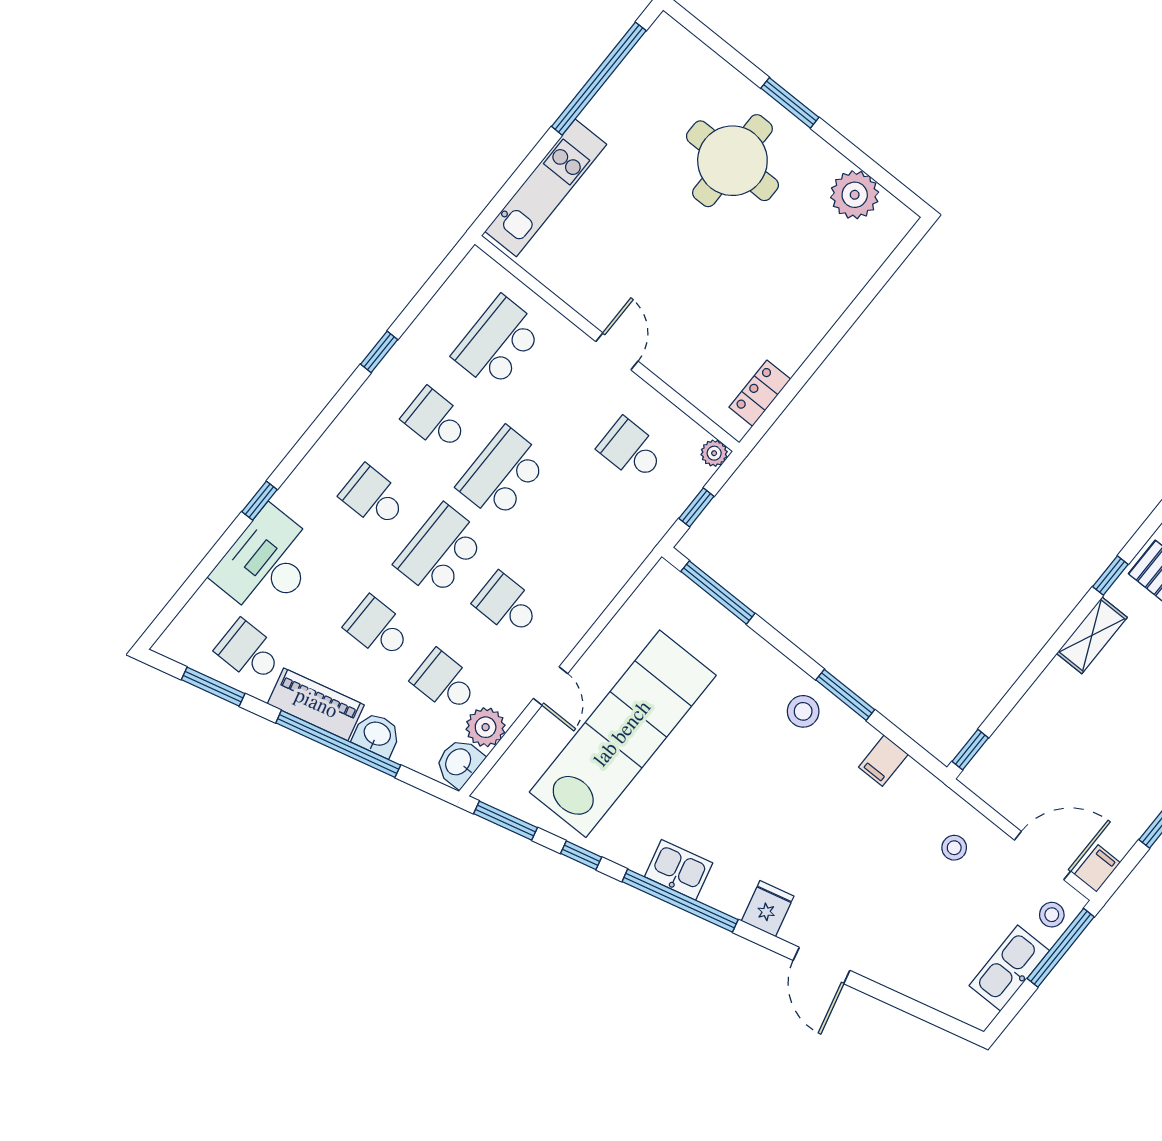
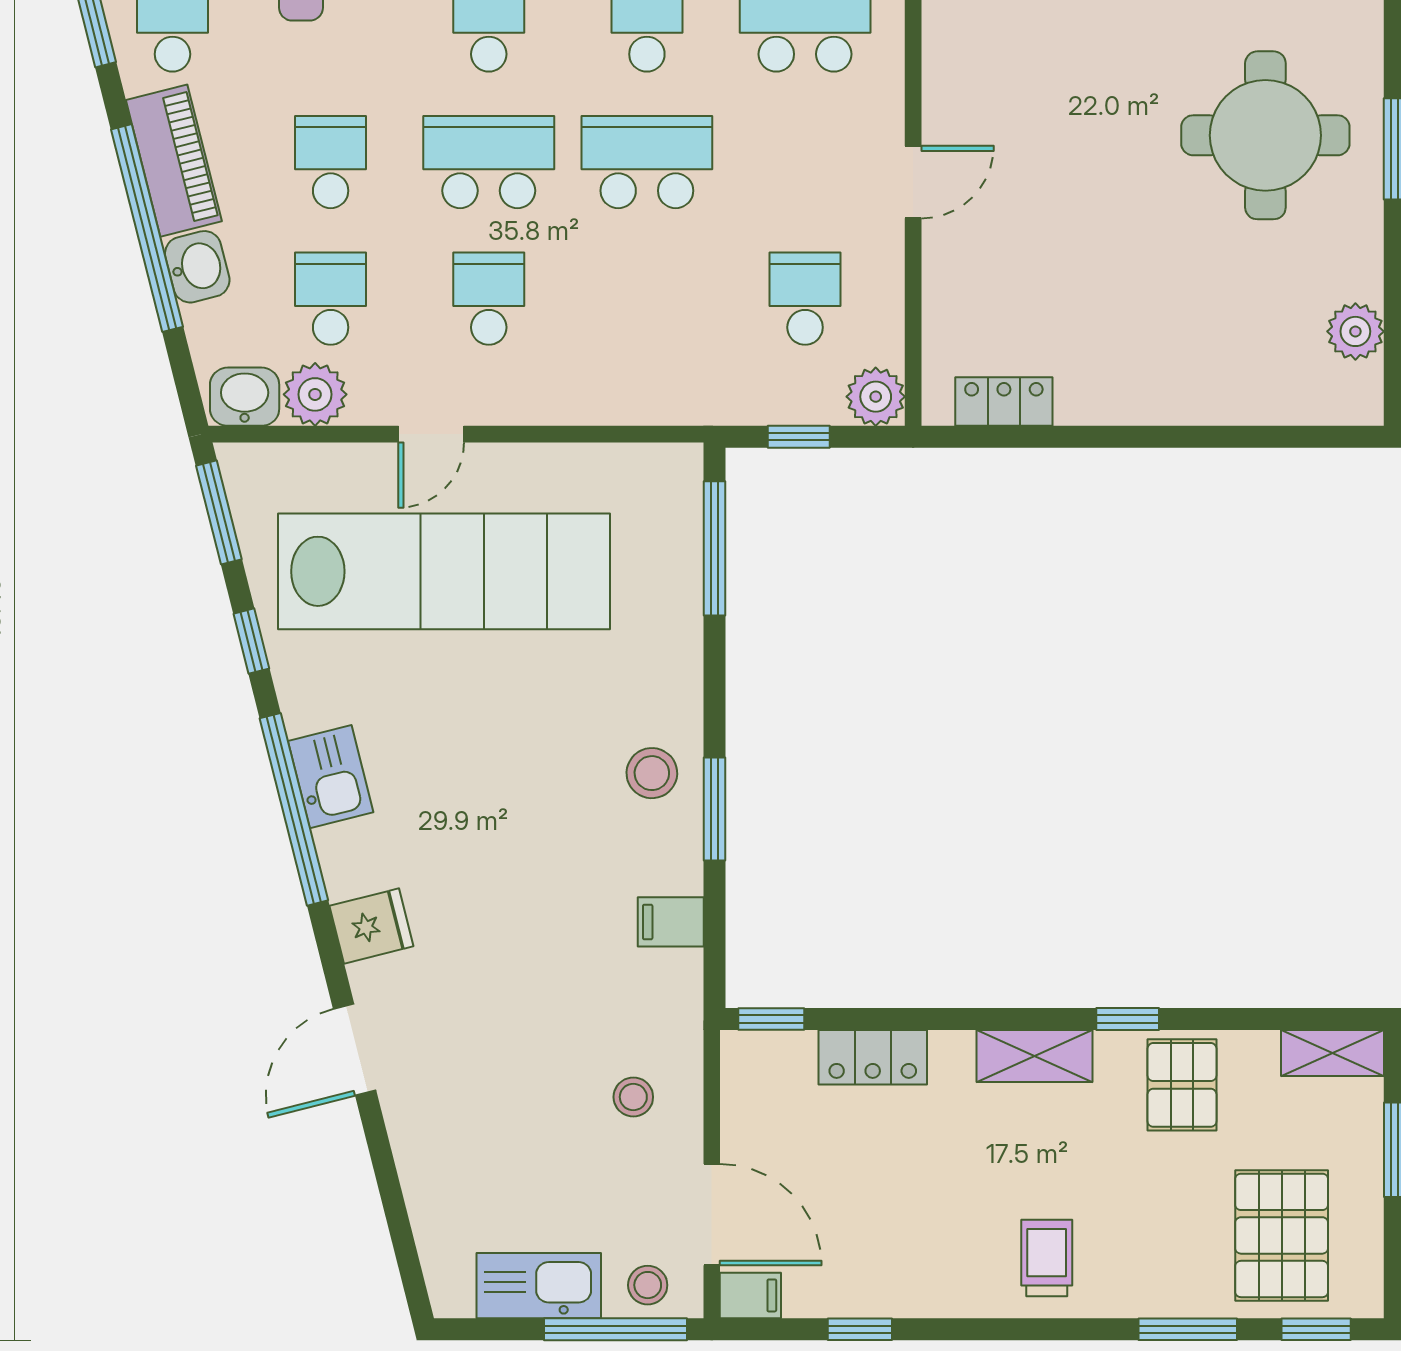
plant: (855, 195) -> (1355, 331), width x0.73, depth x0.73
plant: (714, 453) -> (876, 397), width x1.38, depth x1.38
locker: (1029, 715) -> (873, 1057), added

